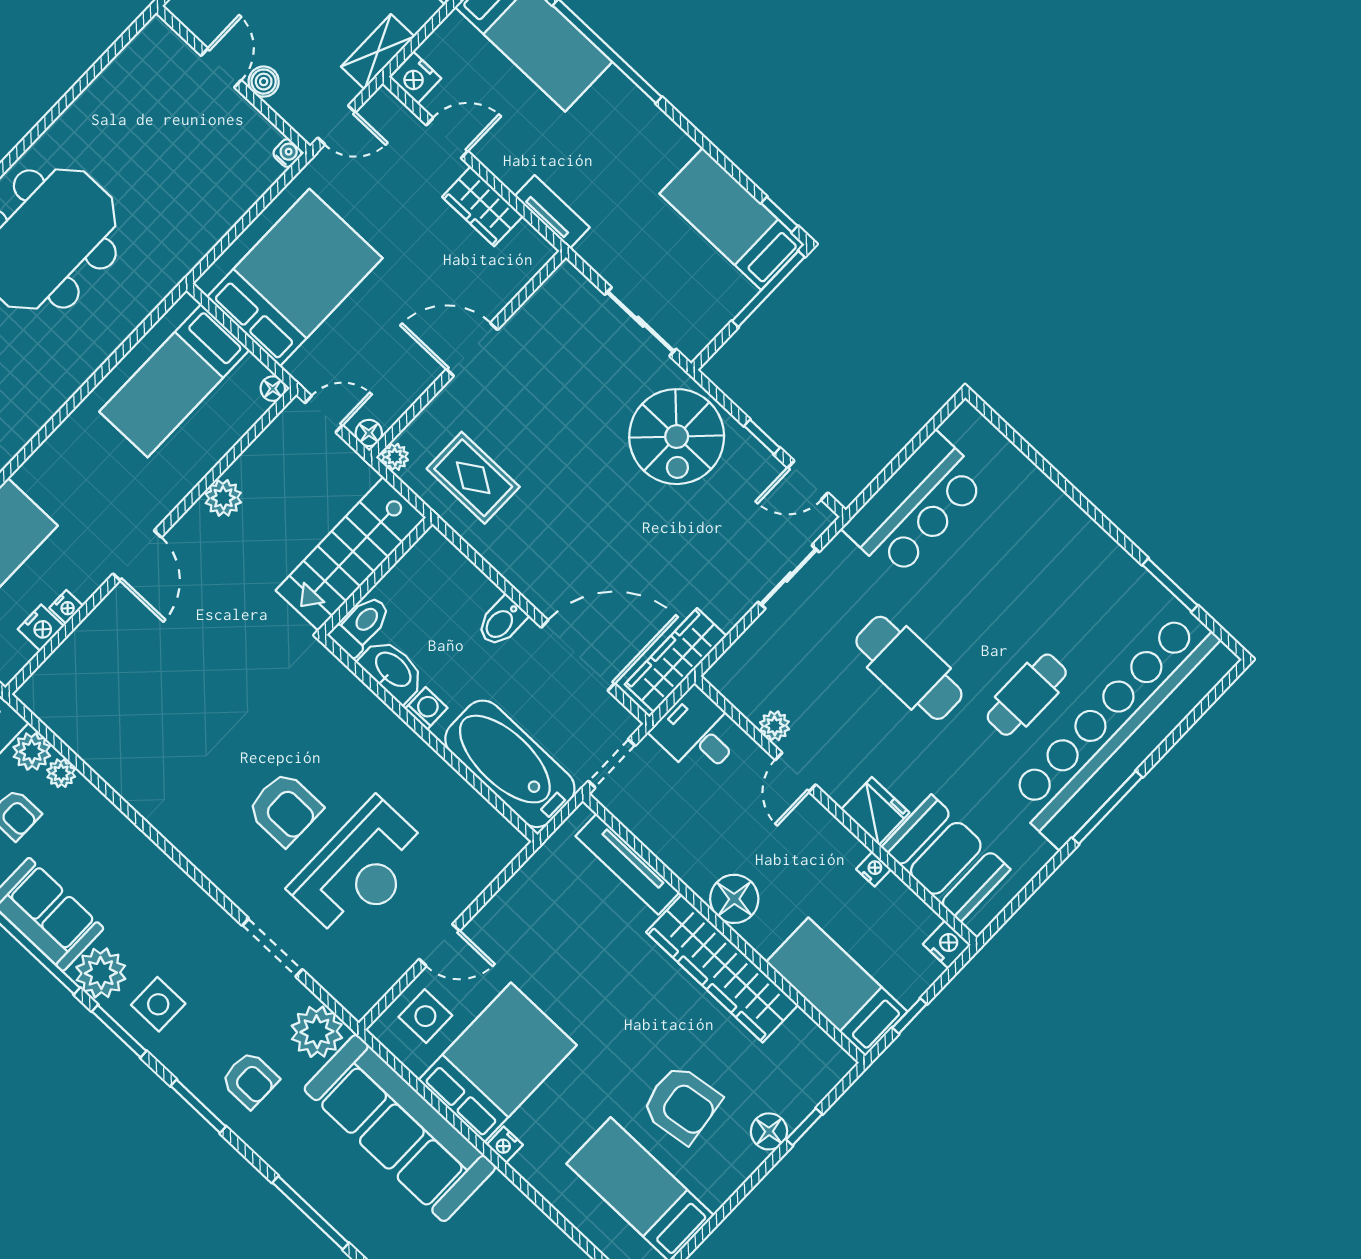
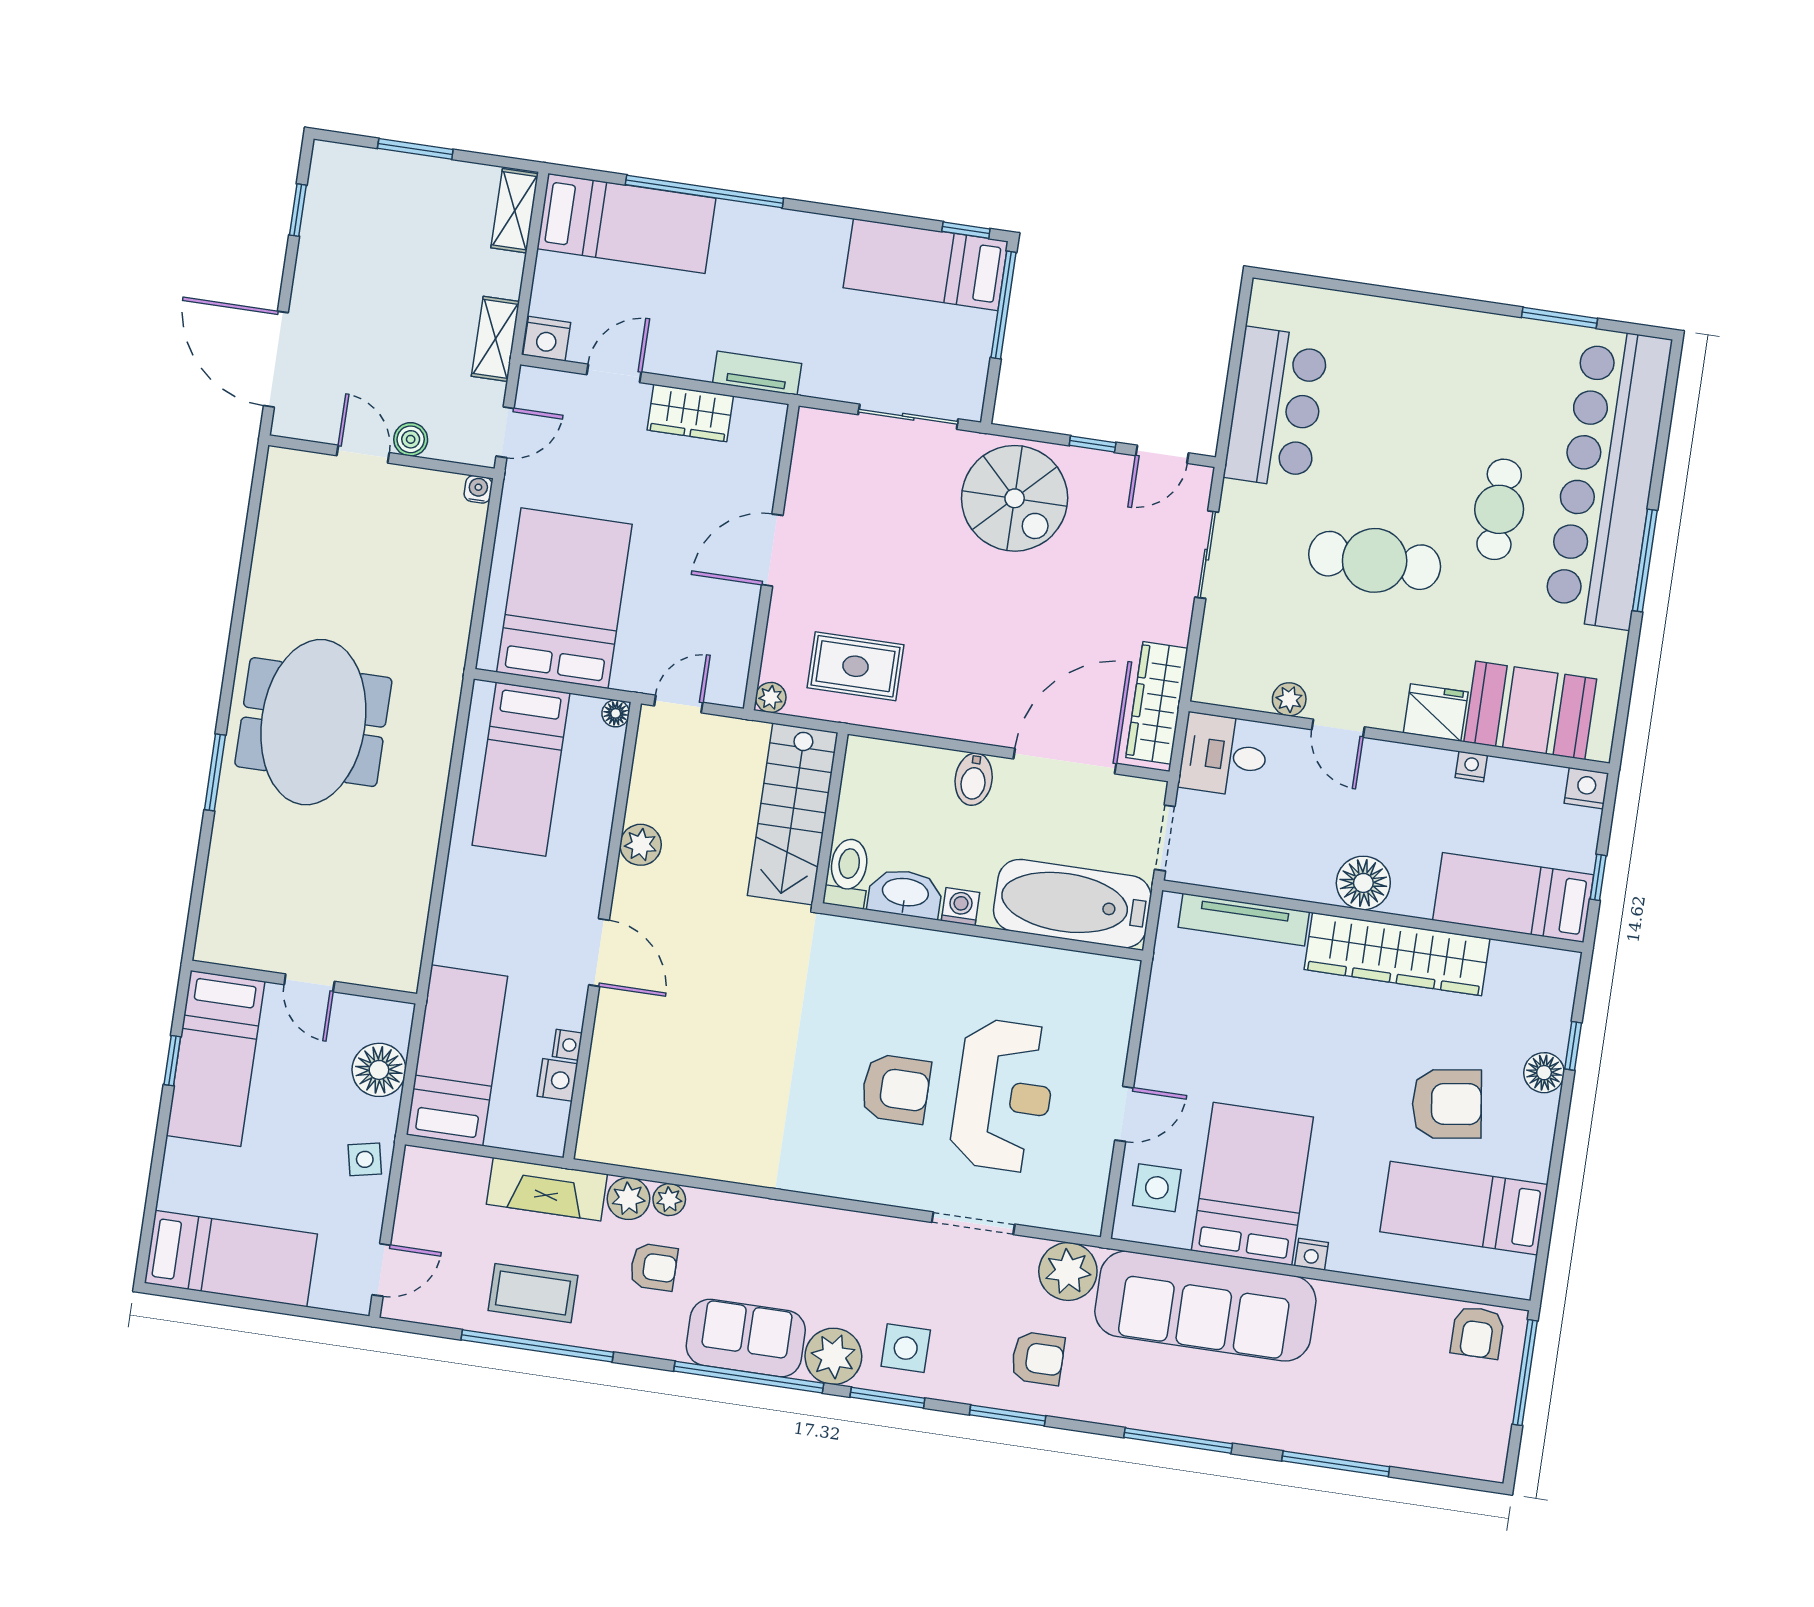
floor lamp: (369, 433) -> (732, 692), removed

